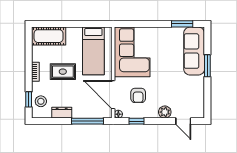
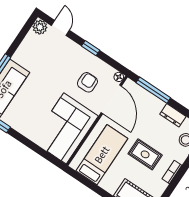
plant: (165, 112) -> (40, 27), moved
window: (137, 121) -> (91, 48), moved

